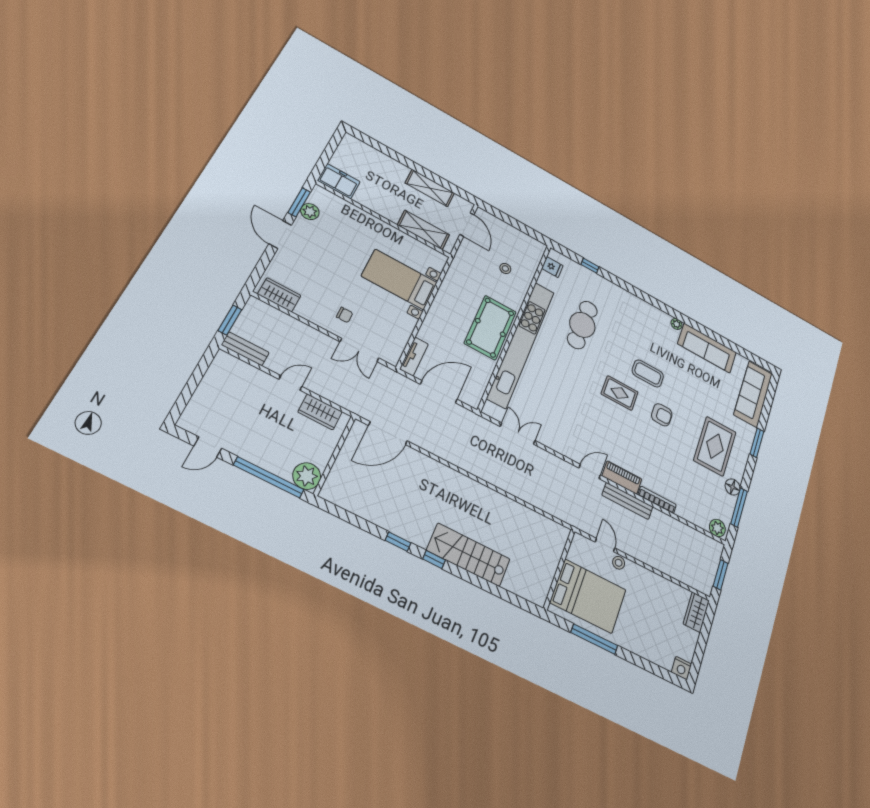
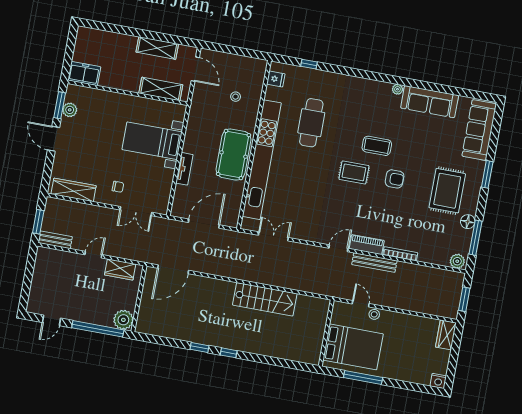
wardrobe: (279, 295) -> (74, 190), width x1.50
tv unit: (414, 357) -> (184, 169), moved
stairs: (469, 555) -> (265, 299), moved, turned 180

